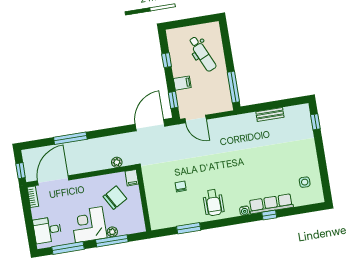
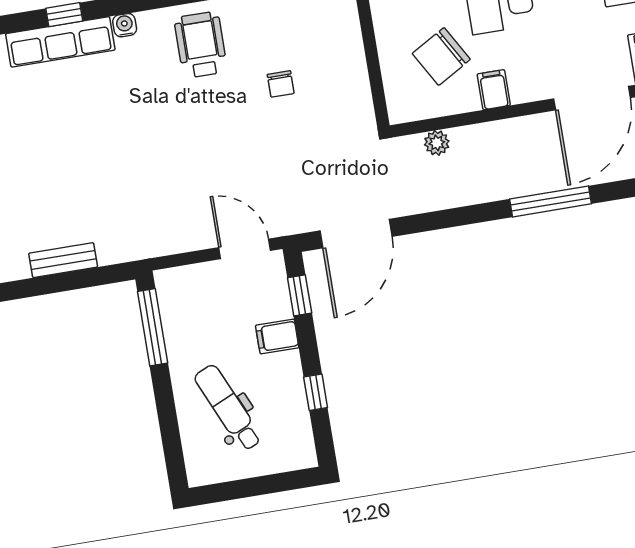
filing cabinet: (132, 178) -> (494, 90), moved

